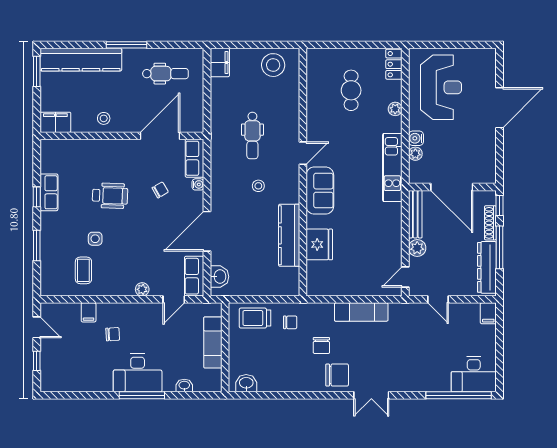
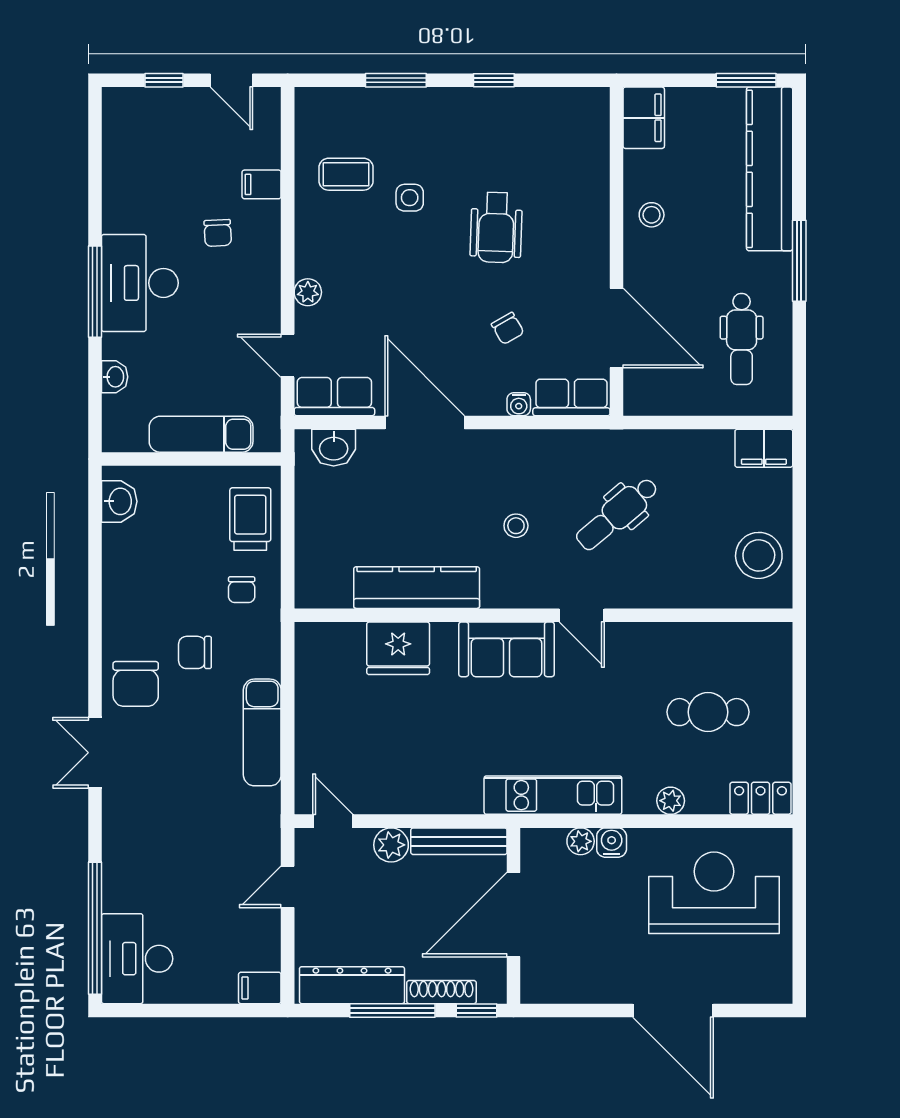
reception desk: (441, 87) -> (714, 893), turned 180
dental chair: (252, 135) -> (617, 514), turned -40
row of seats: (49, 192) -> (503, 105), removed
door: (37, 327) -> (231, 80), hinge flipped

